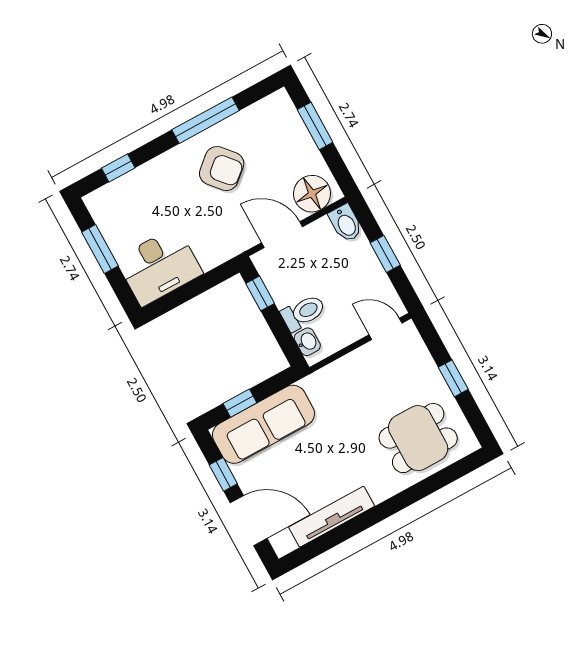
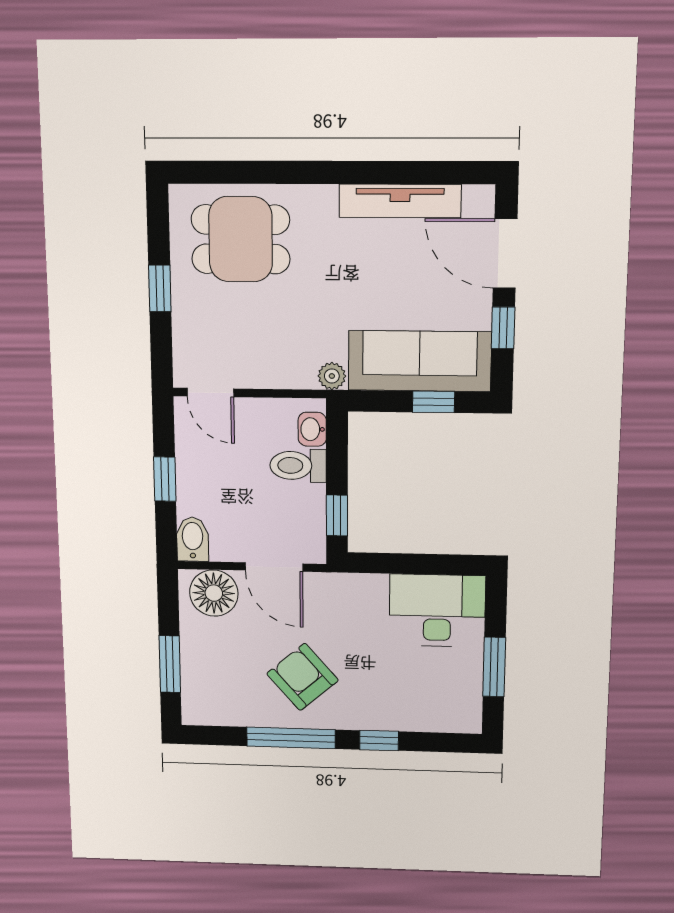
window: (118, 168) -> (379, 741), moved
plant: (314, 383) -> (332, 376), added

